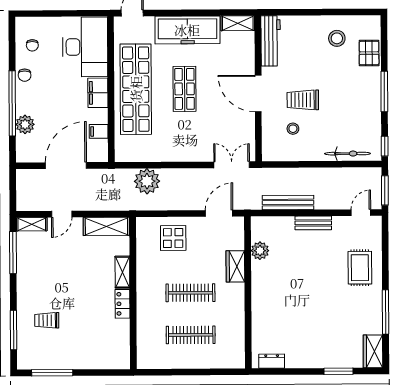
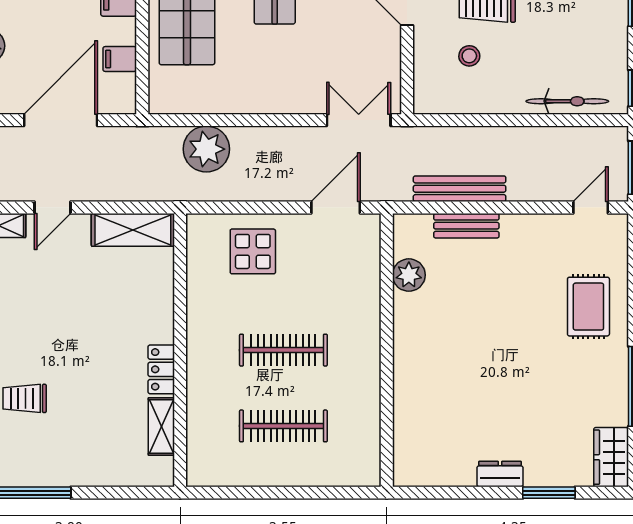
bench: (313, 223) -> (466, 226), moved
wardrobe: (235, 266) -> (364, 303), removed
shelving: (122, 272) -> (161, 426), moved
dresser: (272, 361) -> (500, 474), moved

